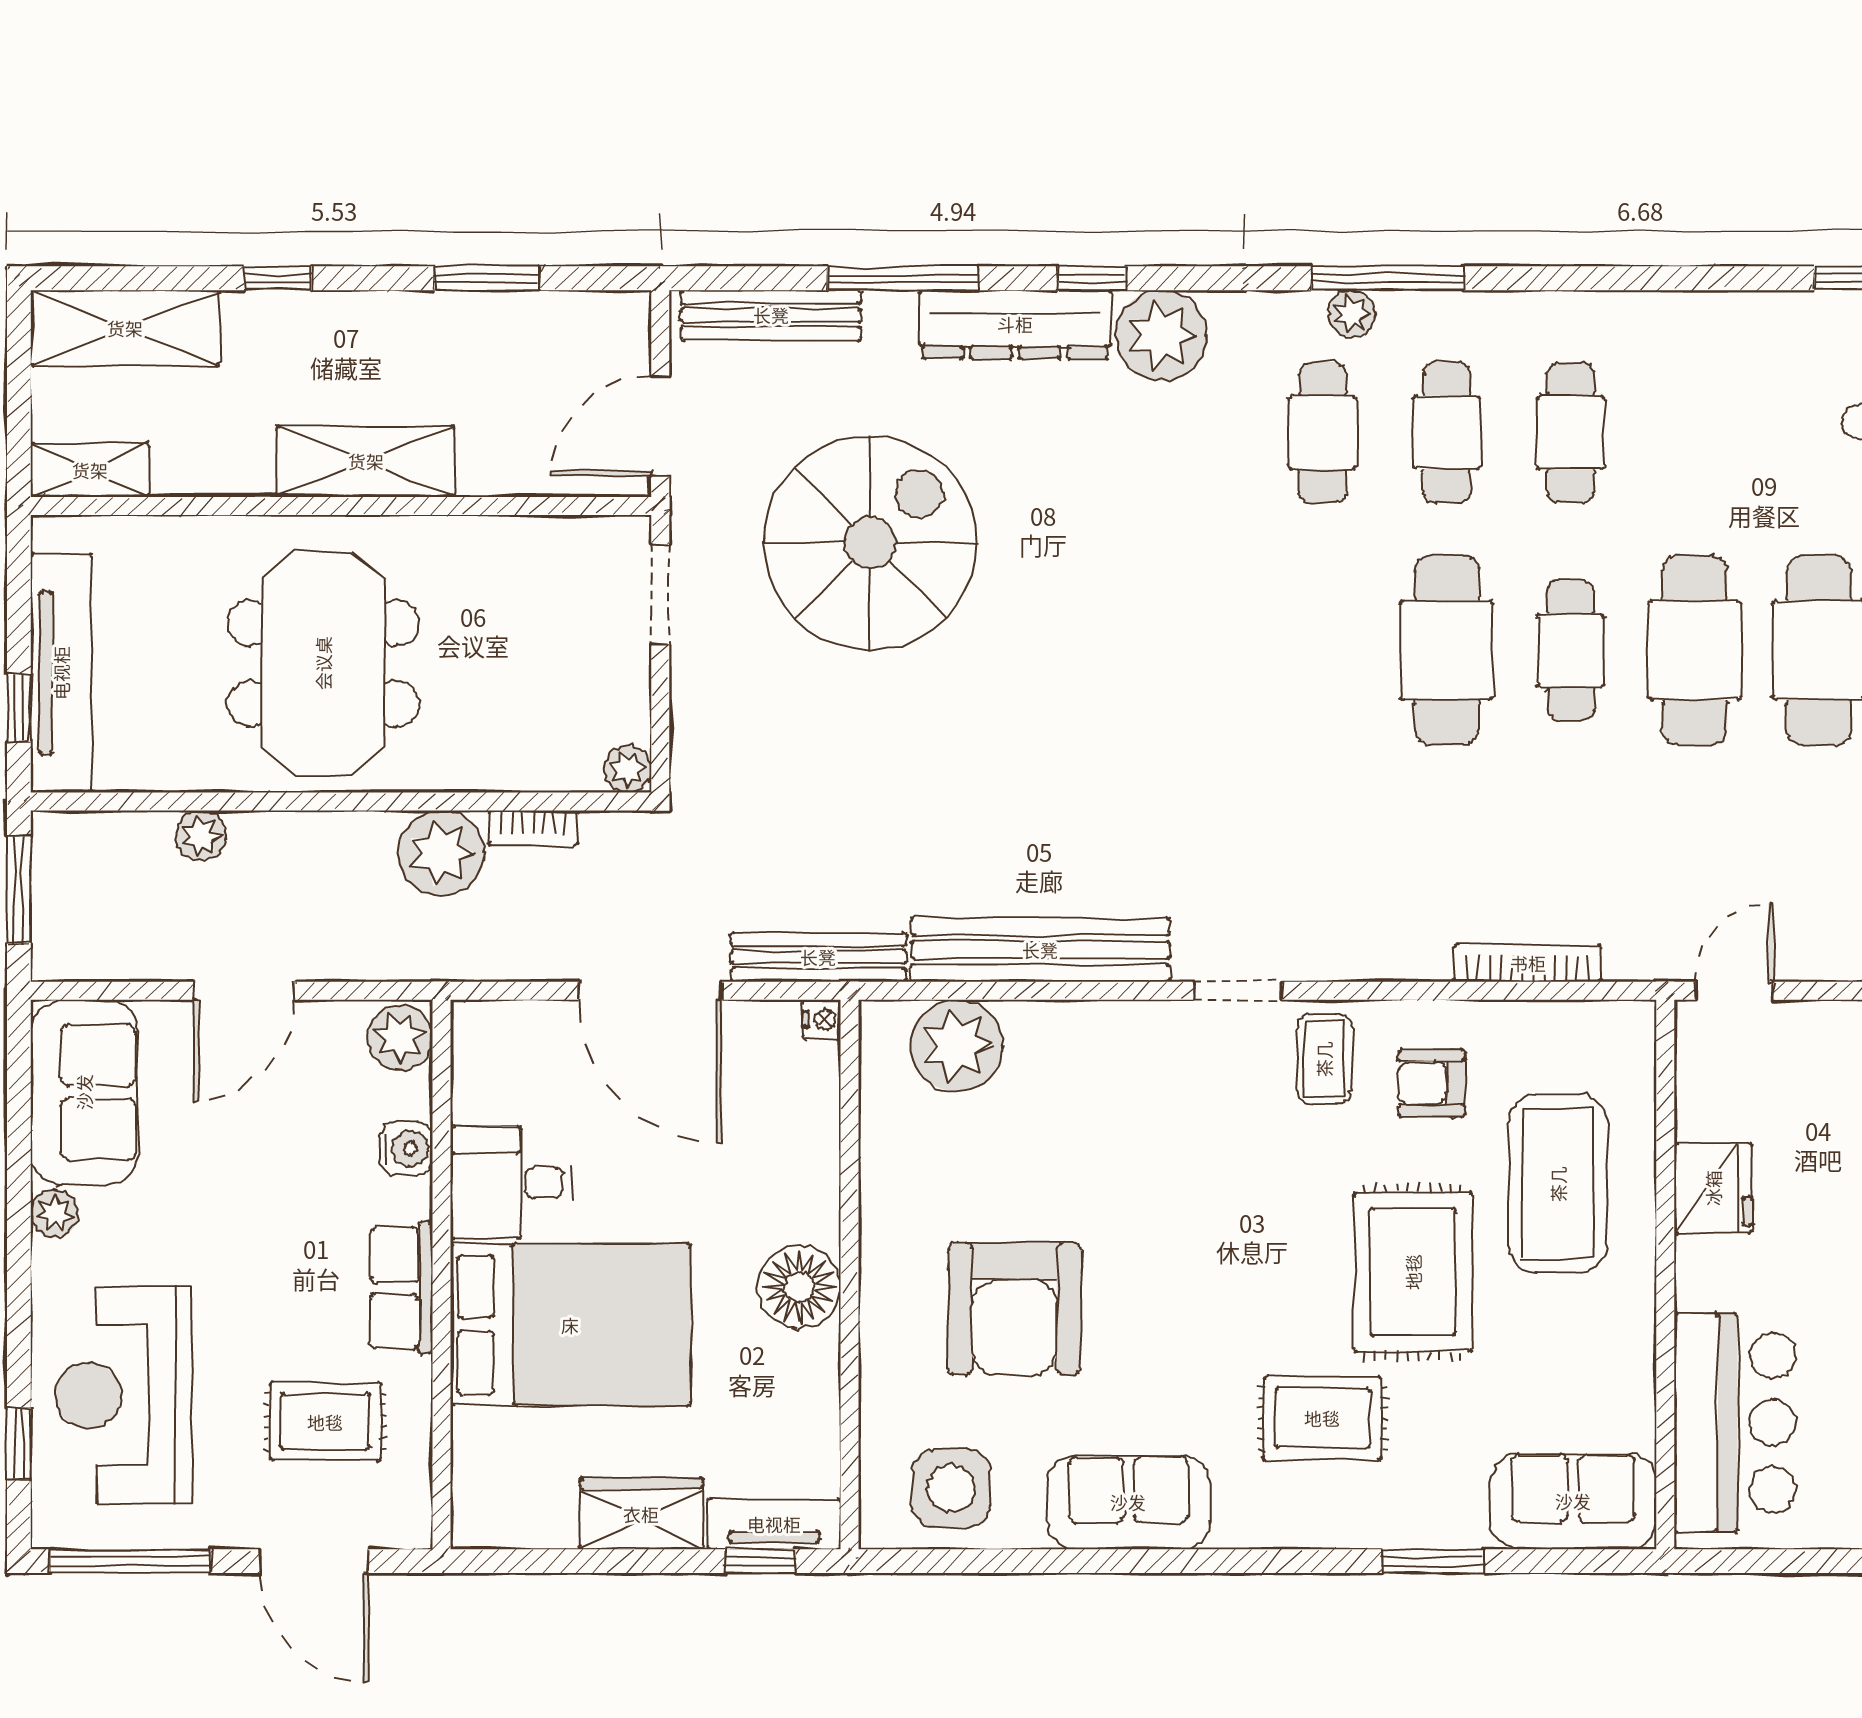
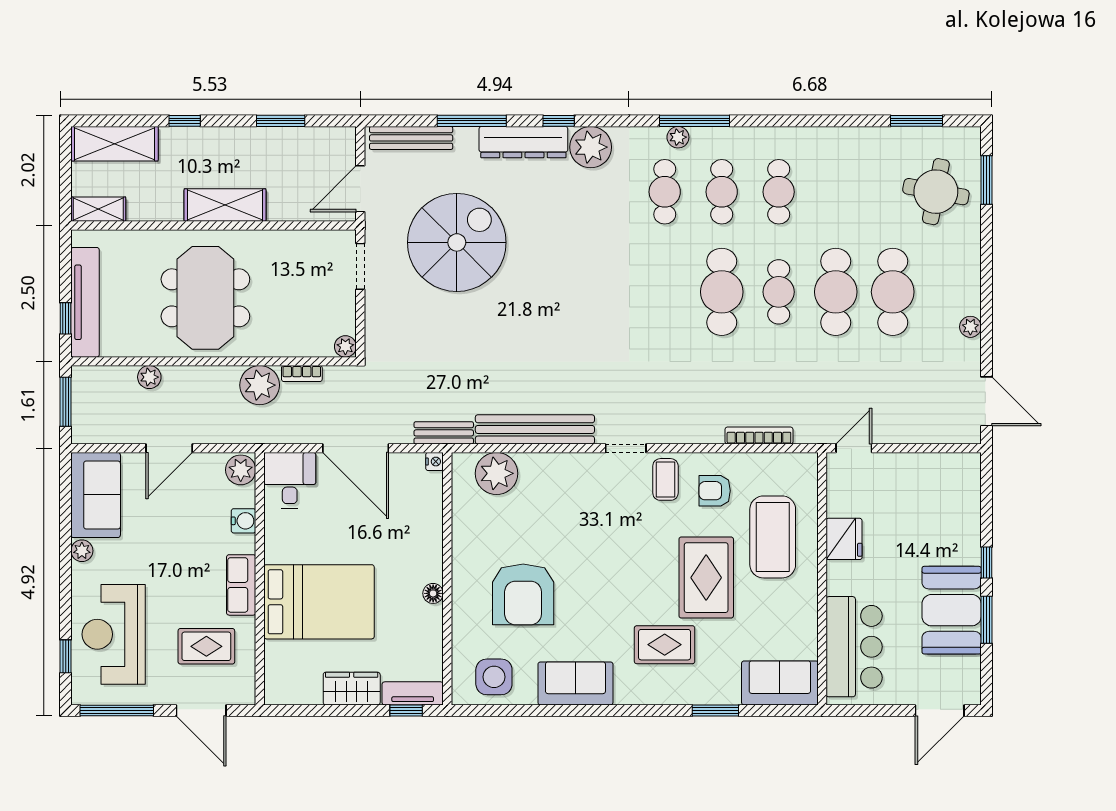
bench: (818, 957) -> (444, 433), width x0.73
desk: (511, 1183) -> (290, 480), moved, turned 90
floor lamp: (799, 1287) -> (433, 593), width x0.53, depth x0.53

